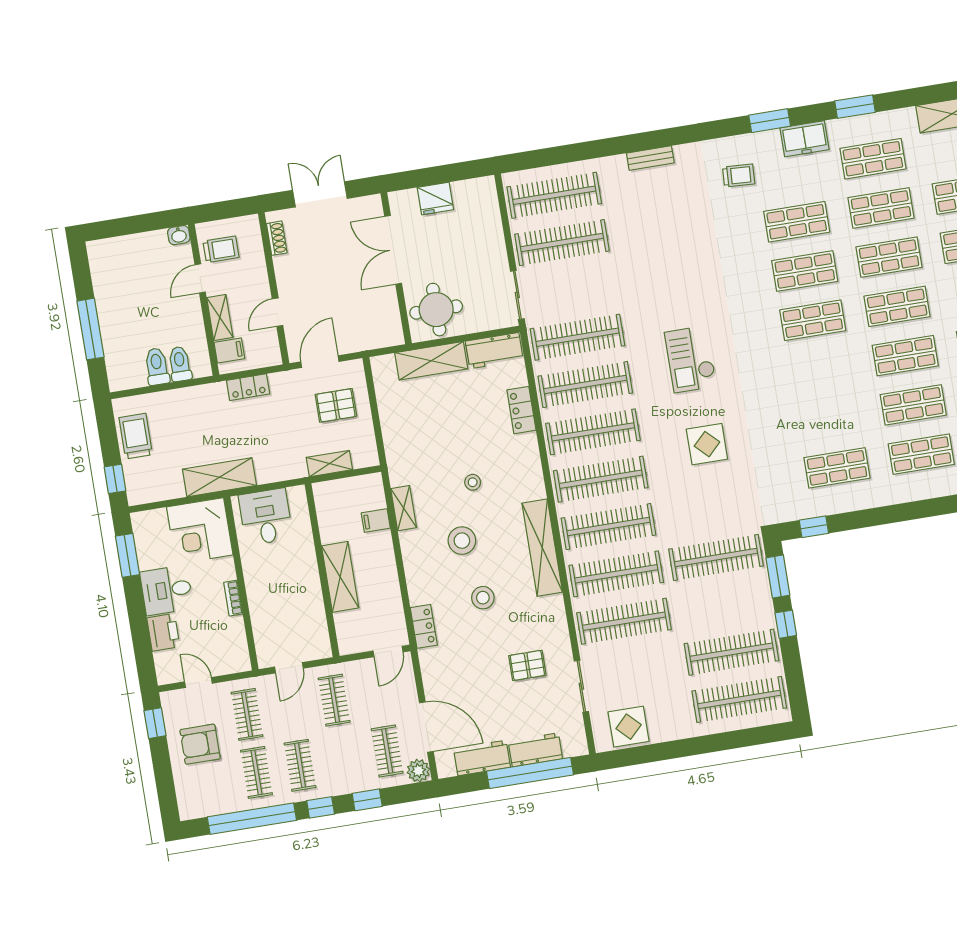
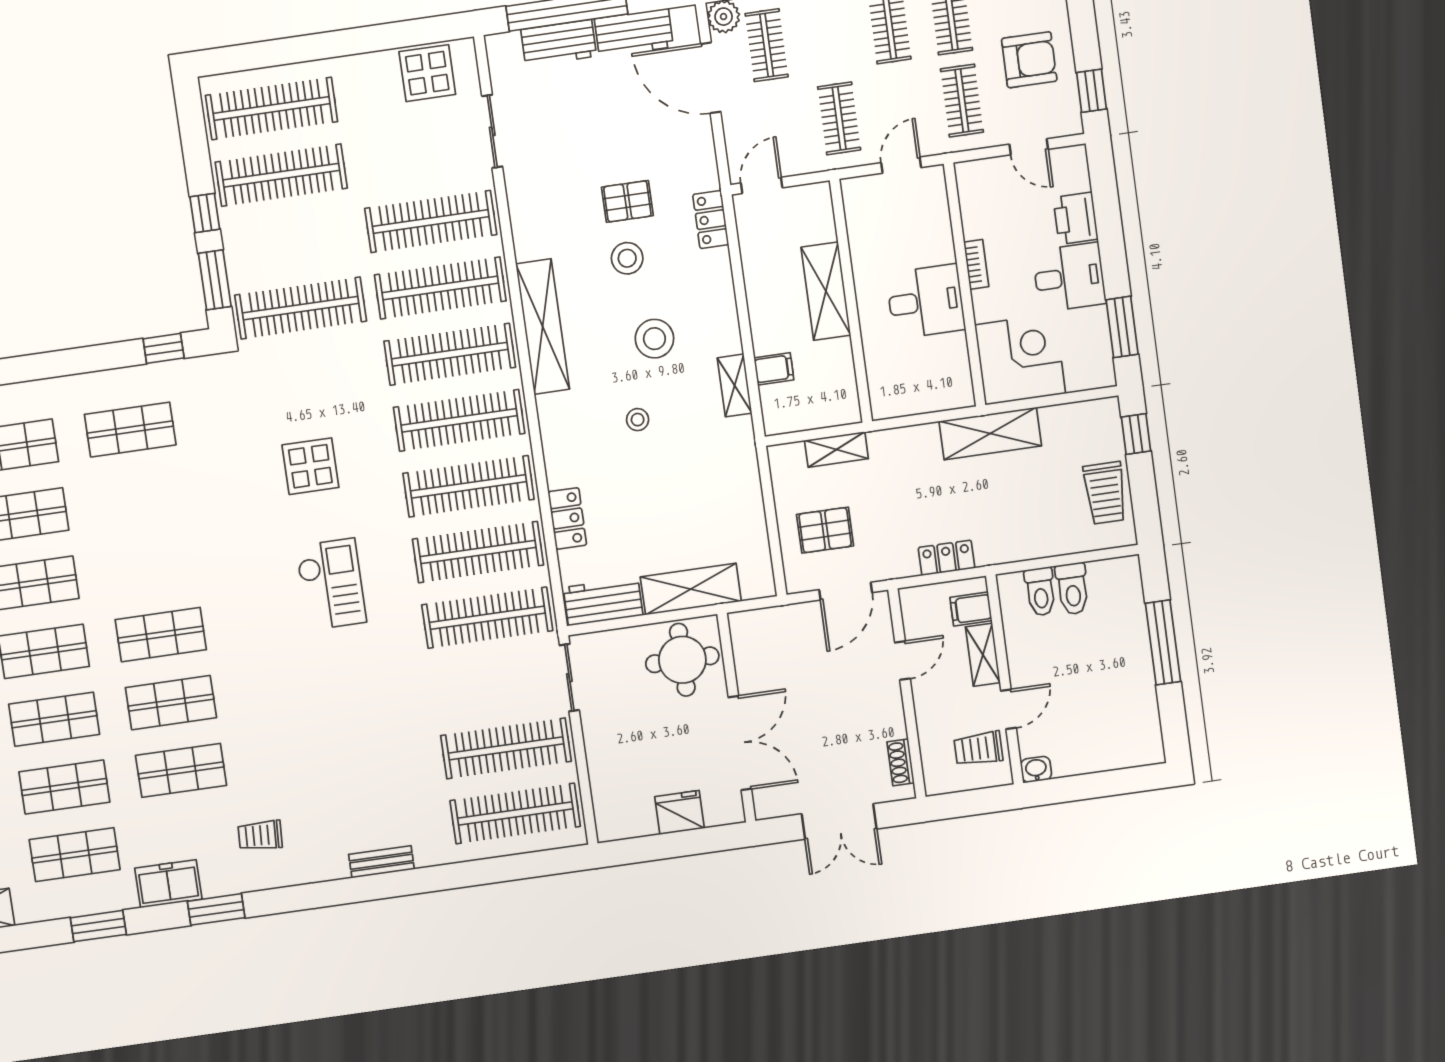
desk: (266, 517) -> (926, 301), moved, turned -90
pallet: (527, 665) -> (627, 201), moved

